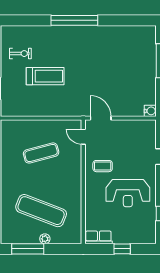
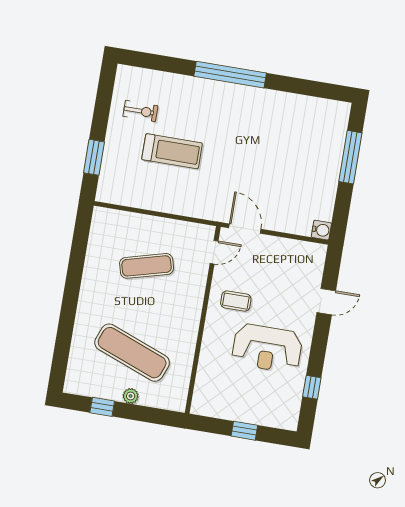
door: (83, 137) -> (214, 252), swing flipped
row of seats: (98, 237) -> (212, 407), removed
window: (28, 249) -> (102, 407), width x0.46

